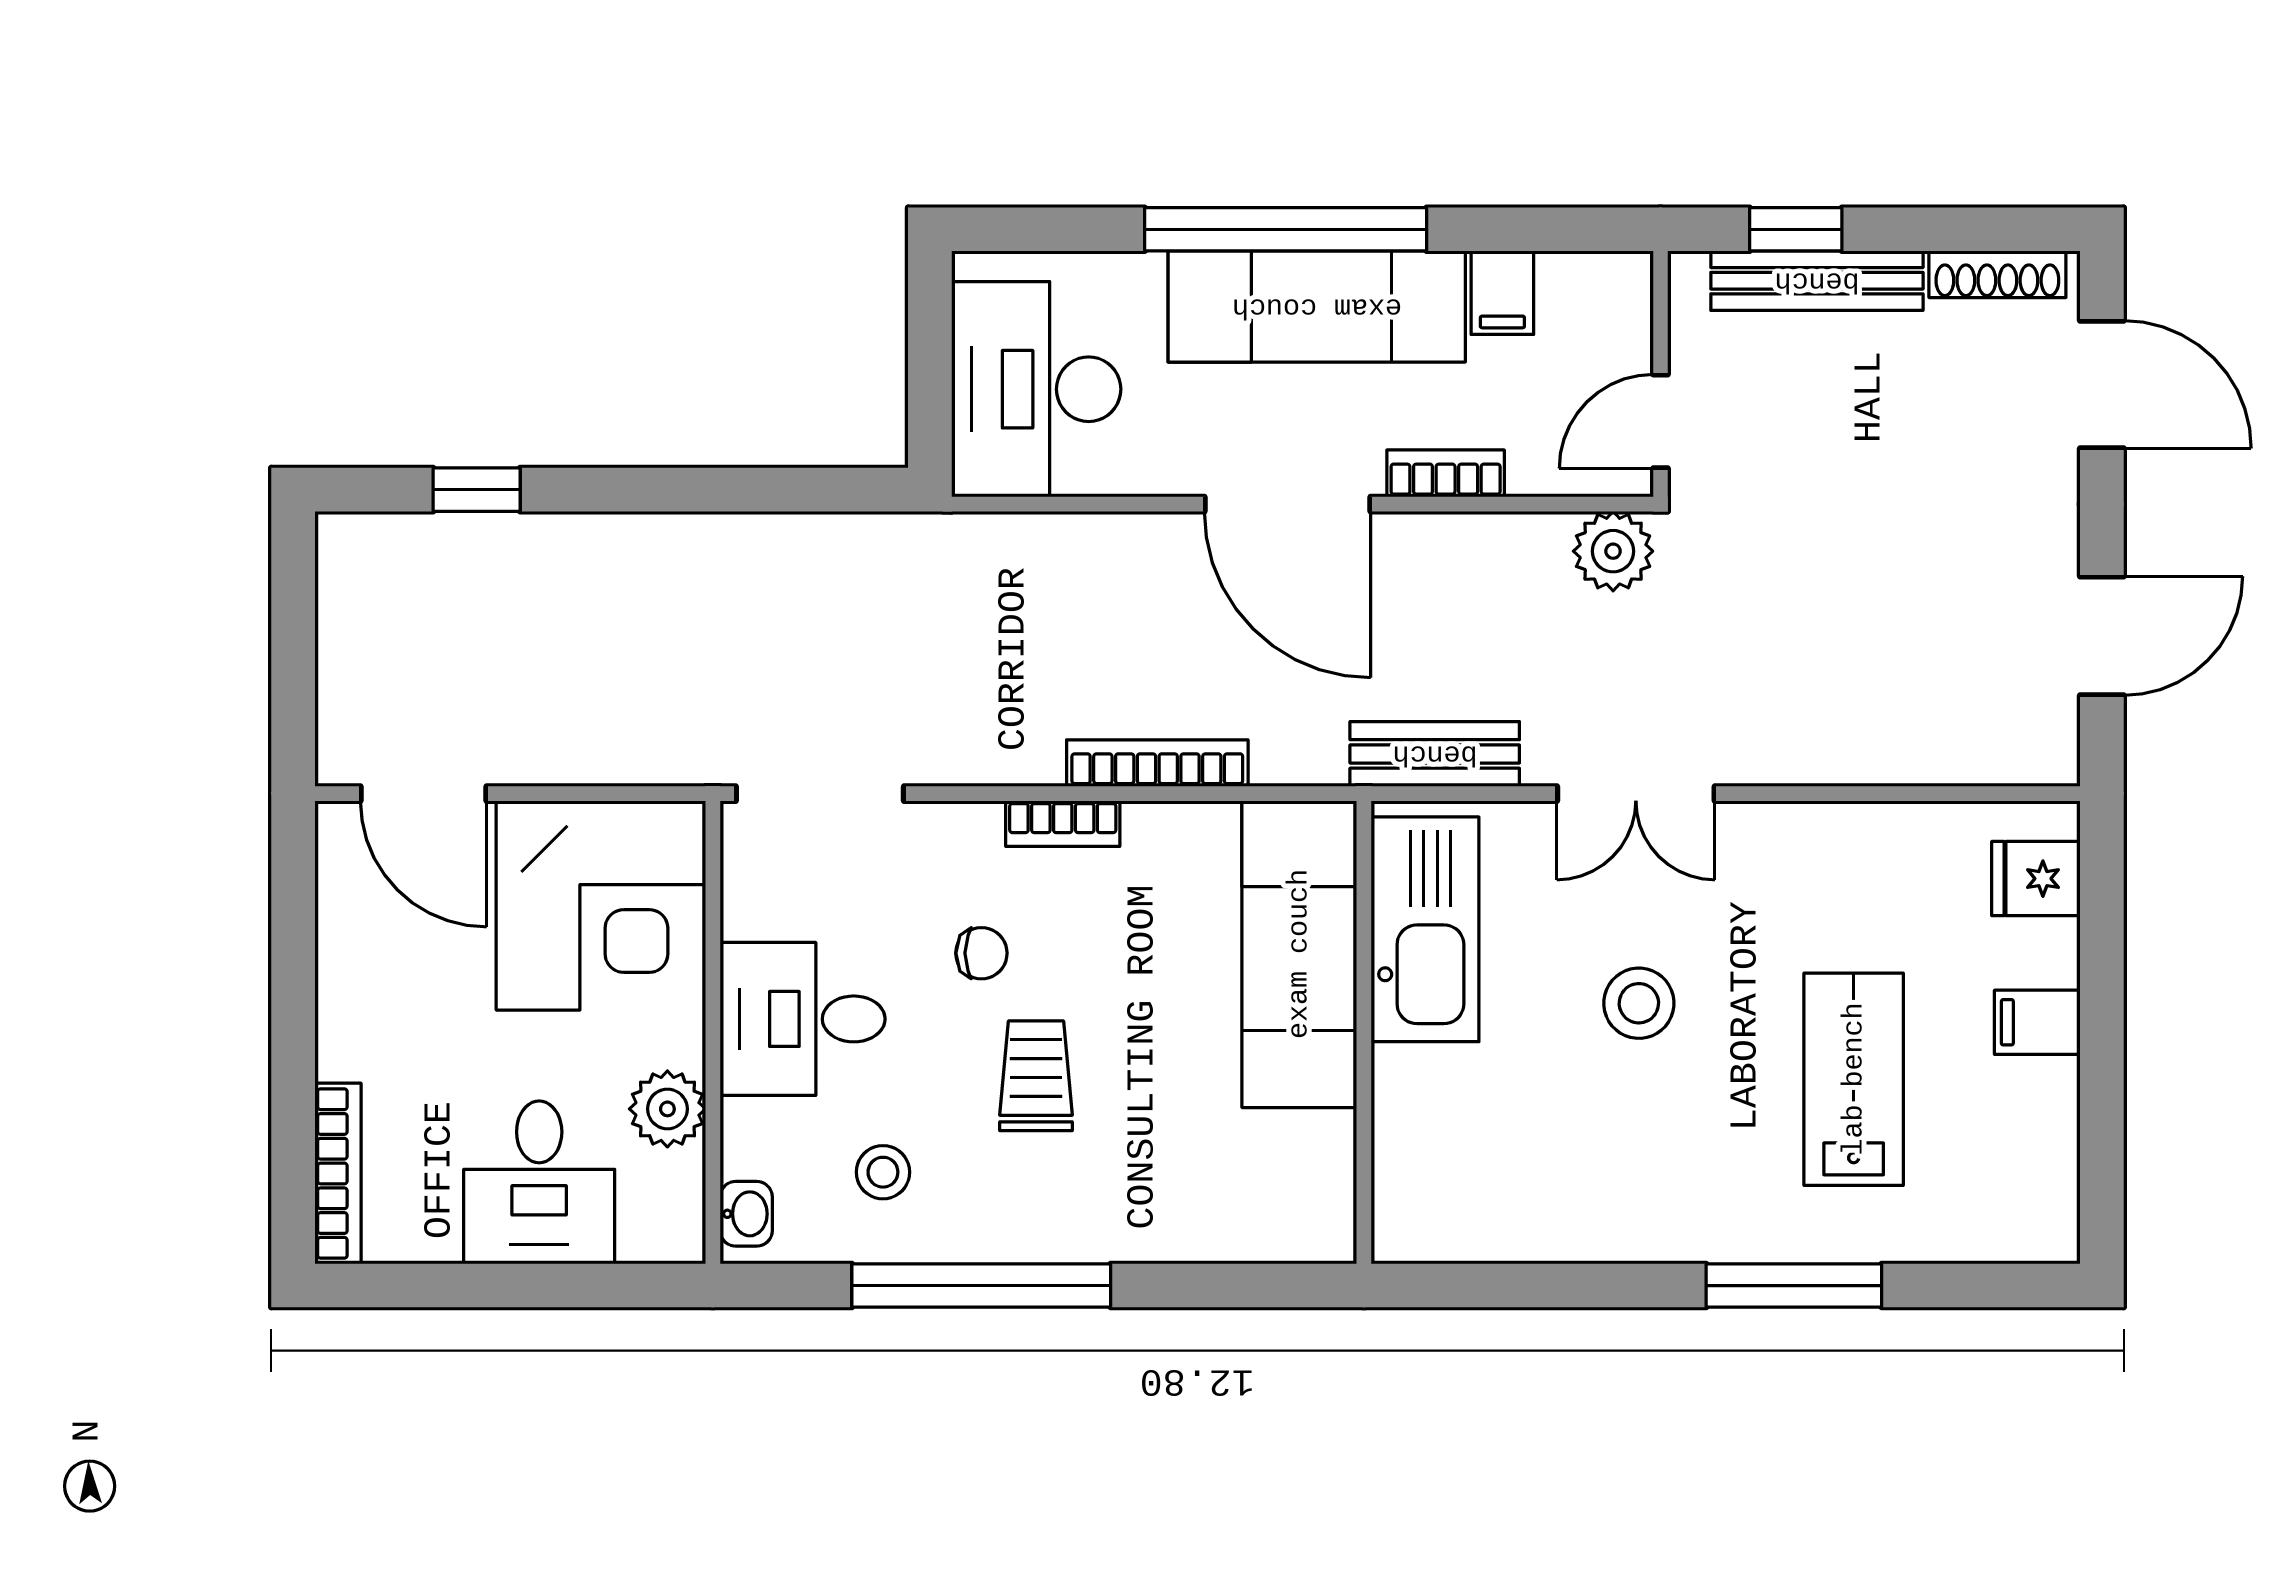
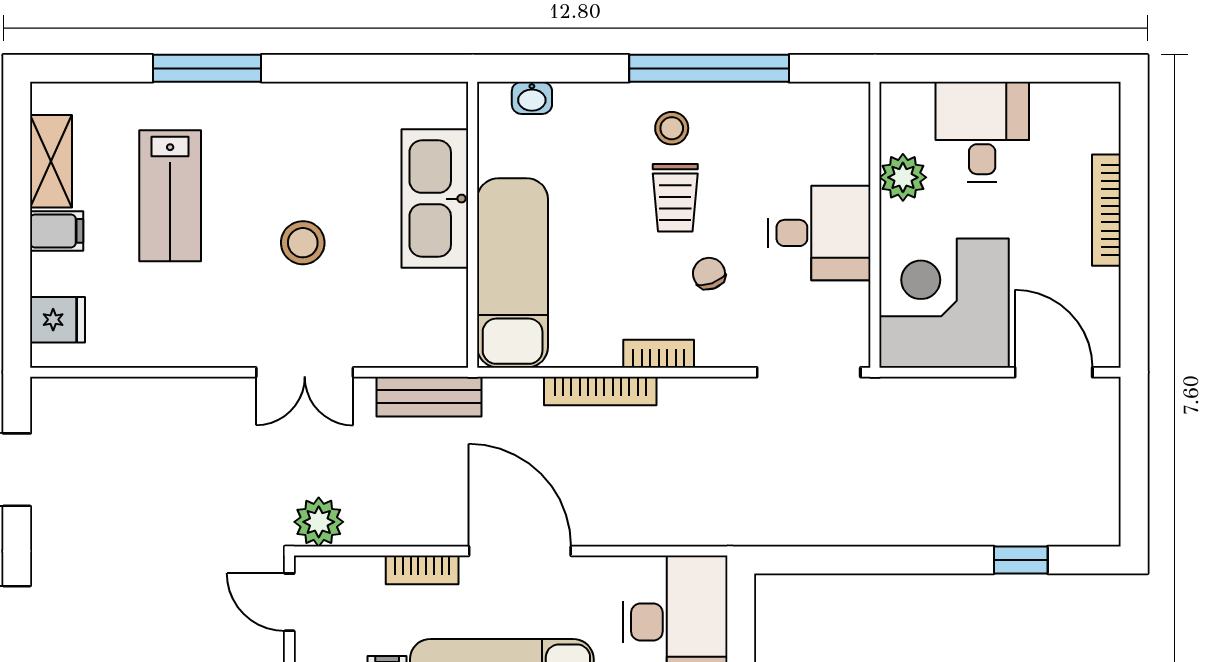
door: (1661, 421) -> (289, 602), swing flipped
double door: (1636, 794) -> (305, 372), swing flipped
kitchen sink: (1425, 929) -> (435, 199), moved
chair: (981, 953) -> (709, 274), turned 70
shelving: (2046, 1135) -> (51, 161), added
stool: (883, 1172) -> (672, 128), moved
bookcase: (338, 1173) -> (1106, 210), moved
washbasin: (746, 1214) -> (532, 98), moved, turned -90

